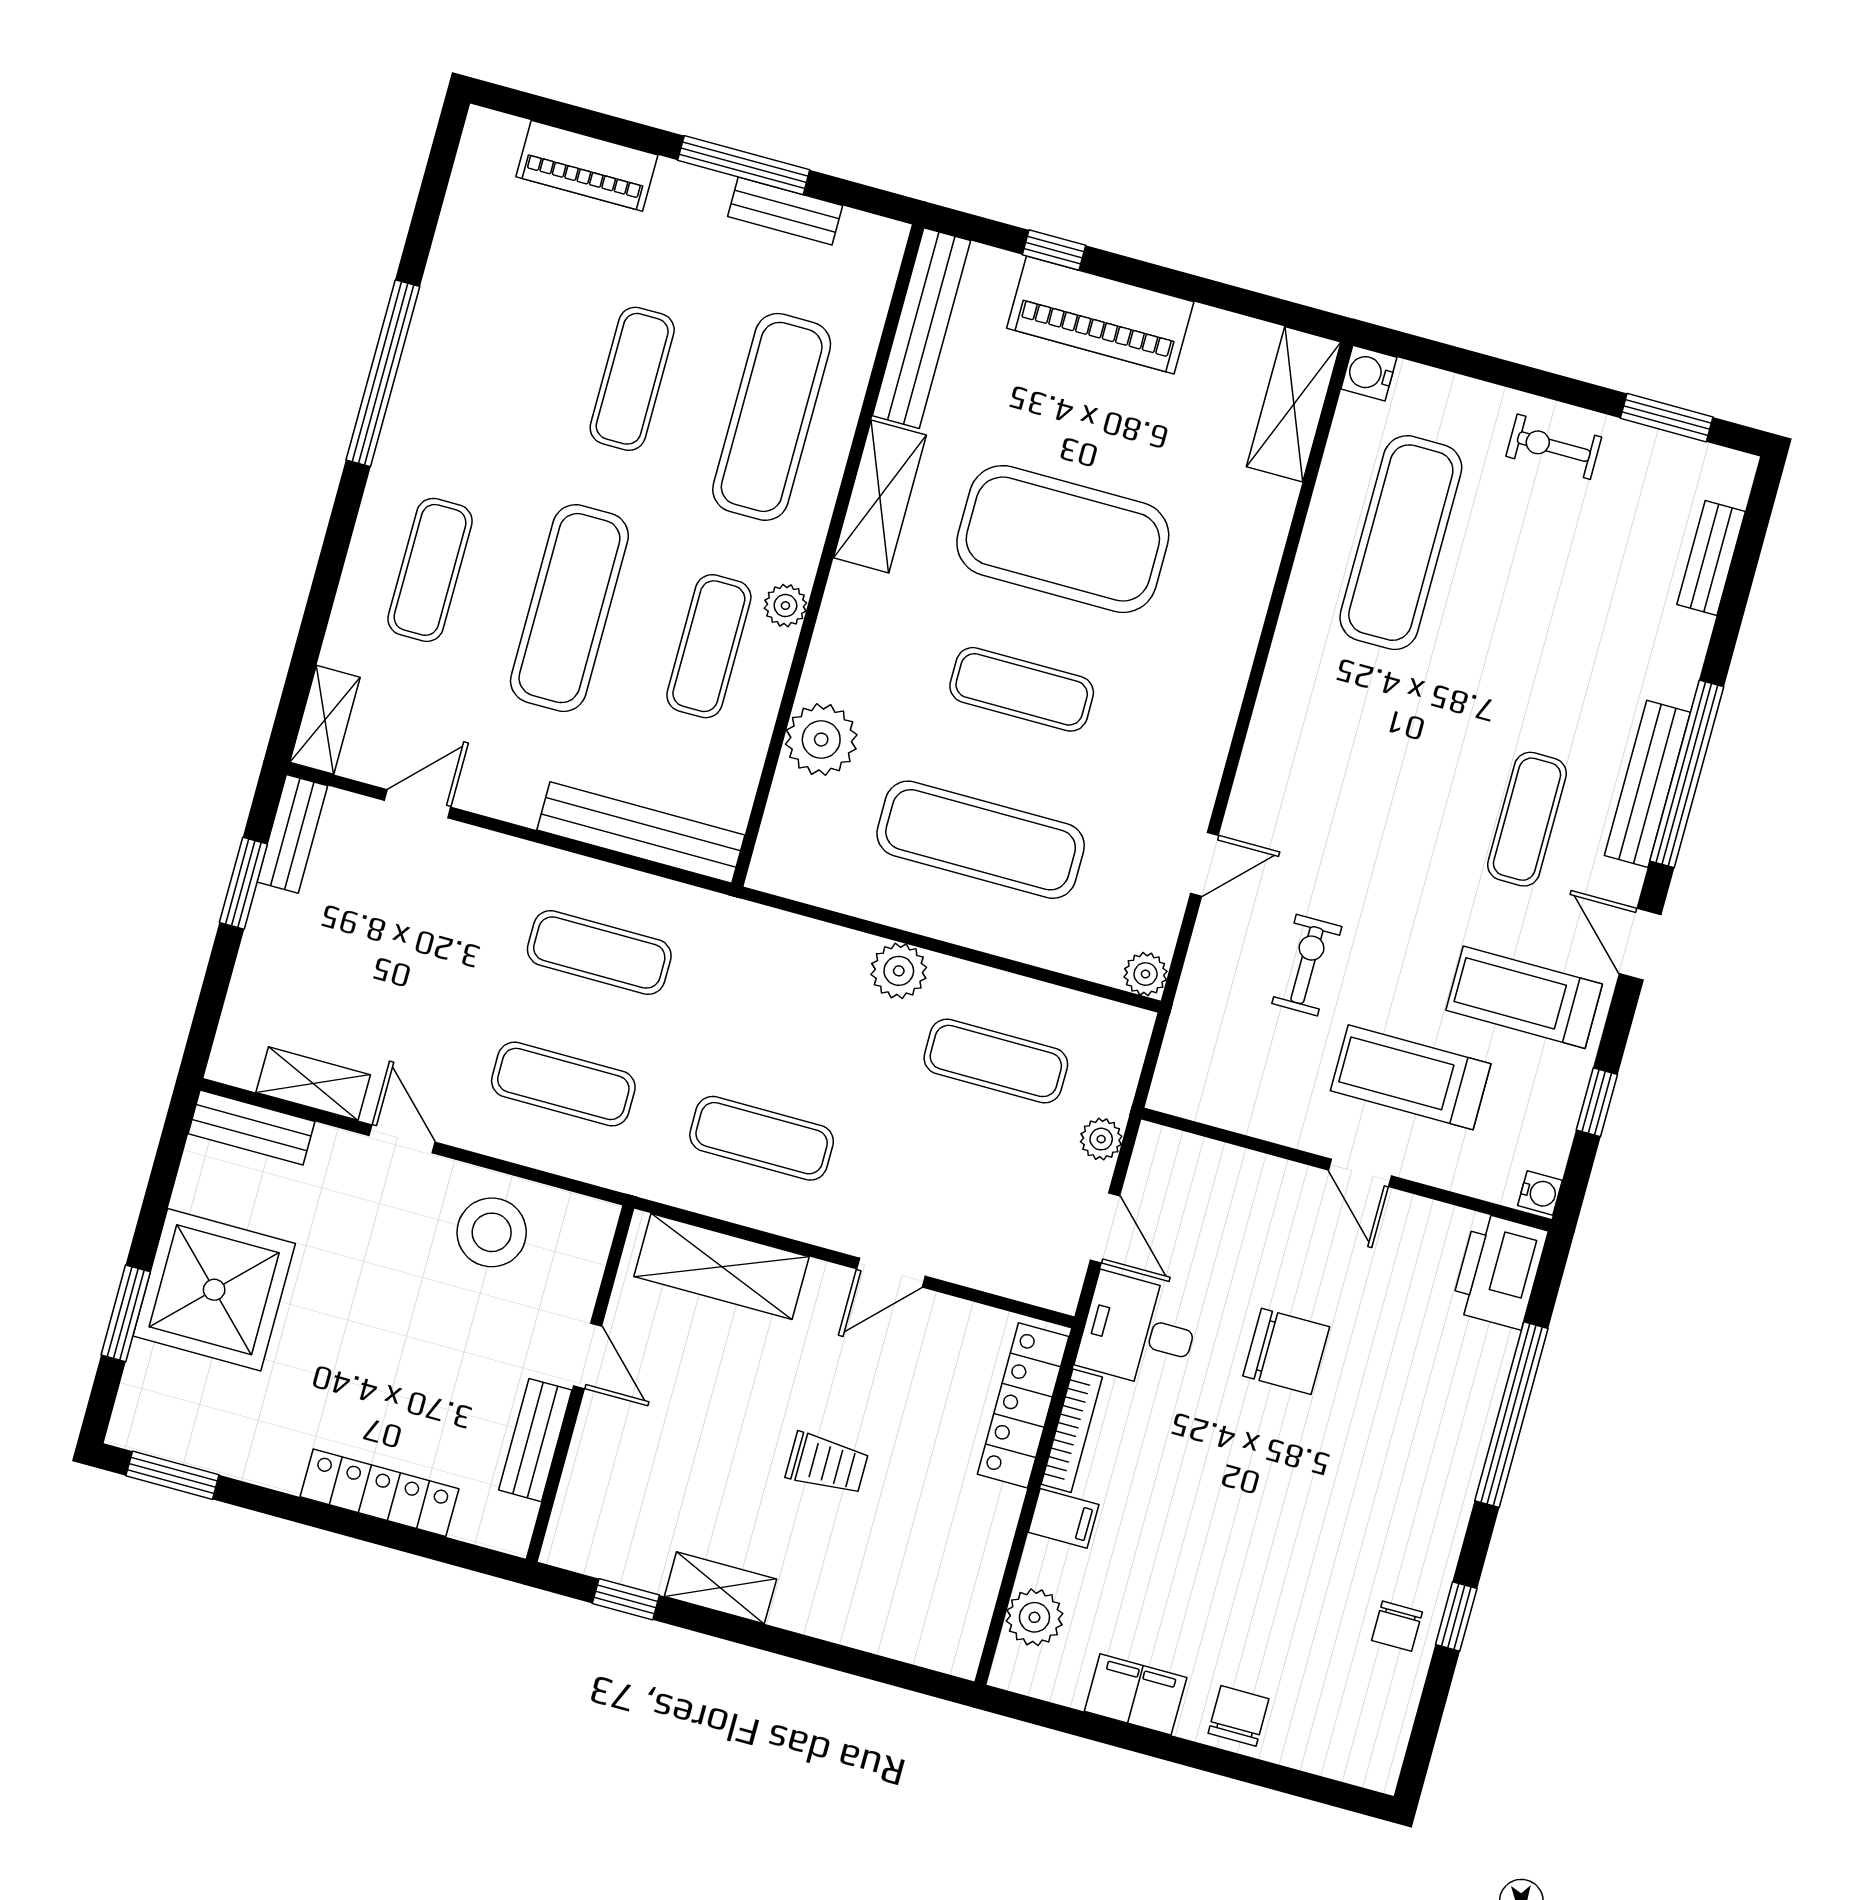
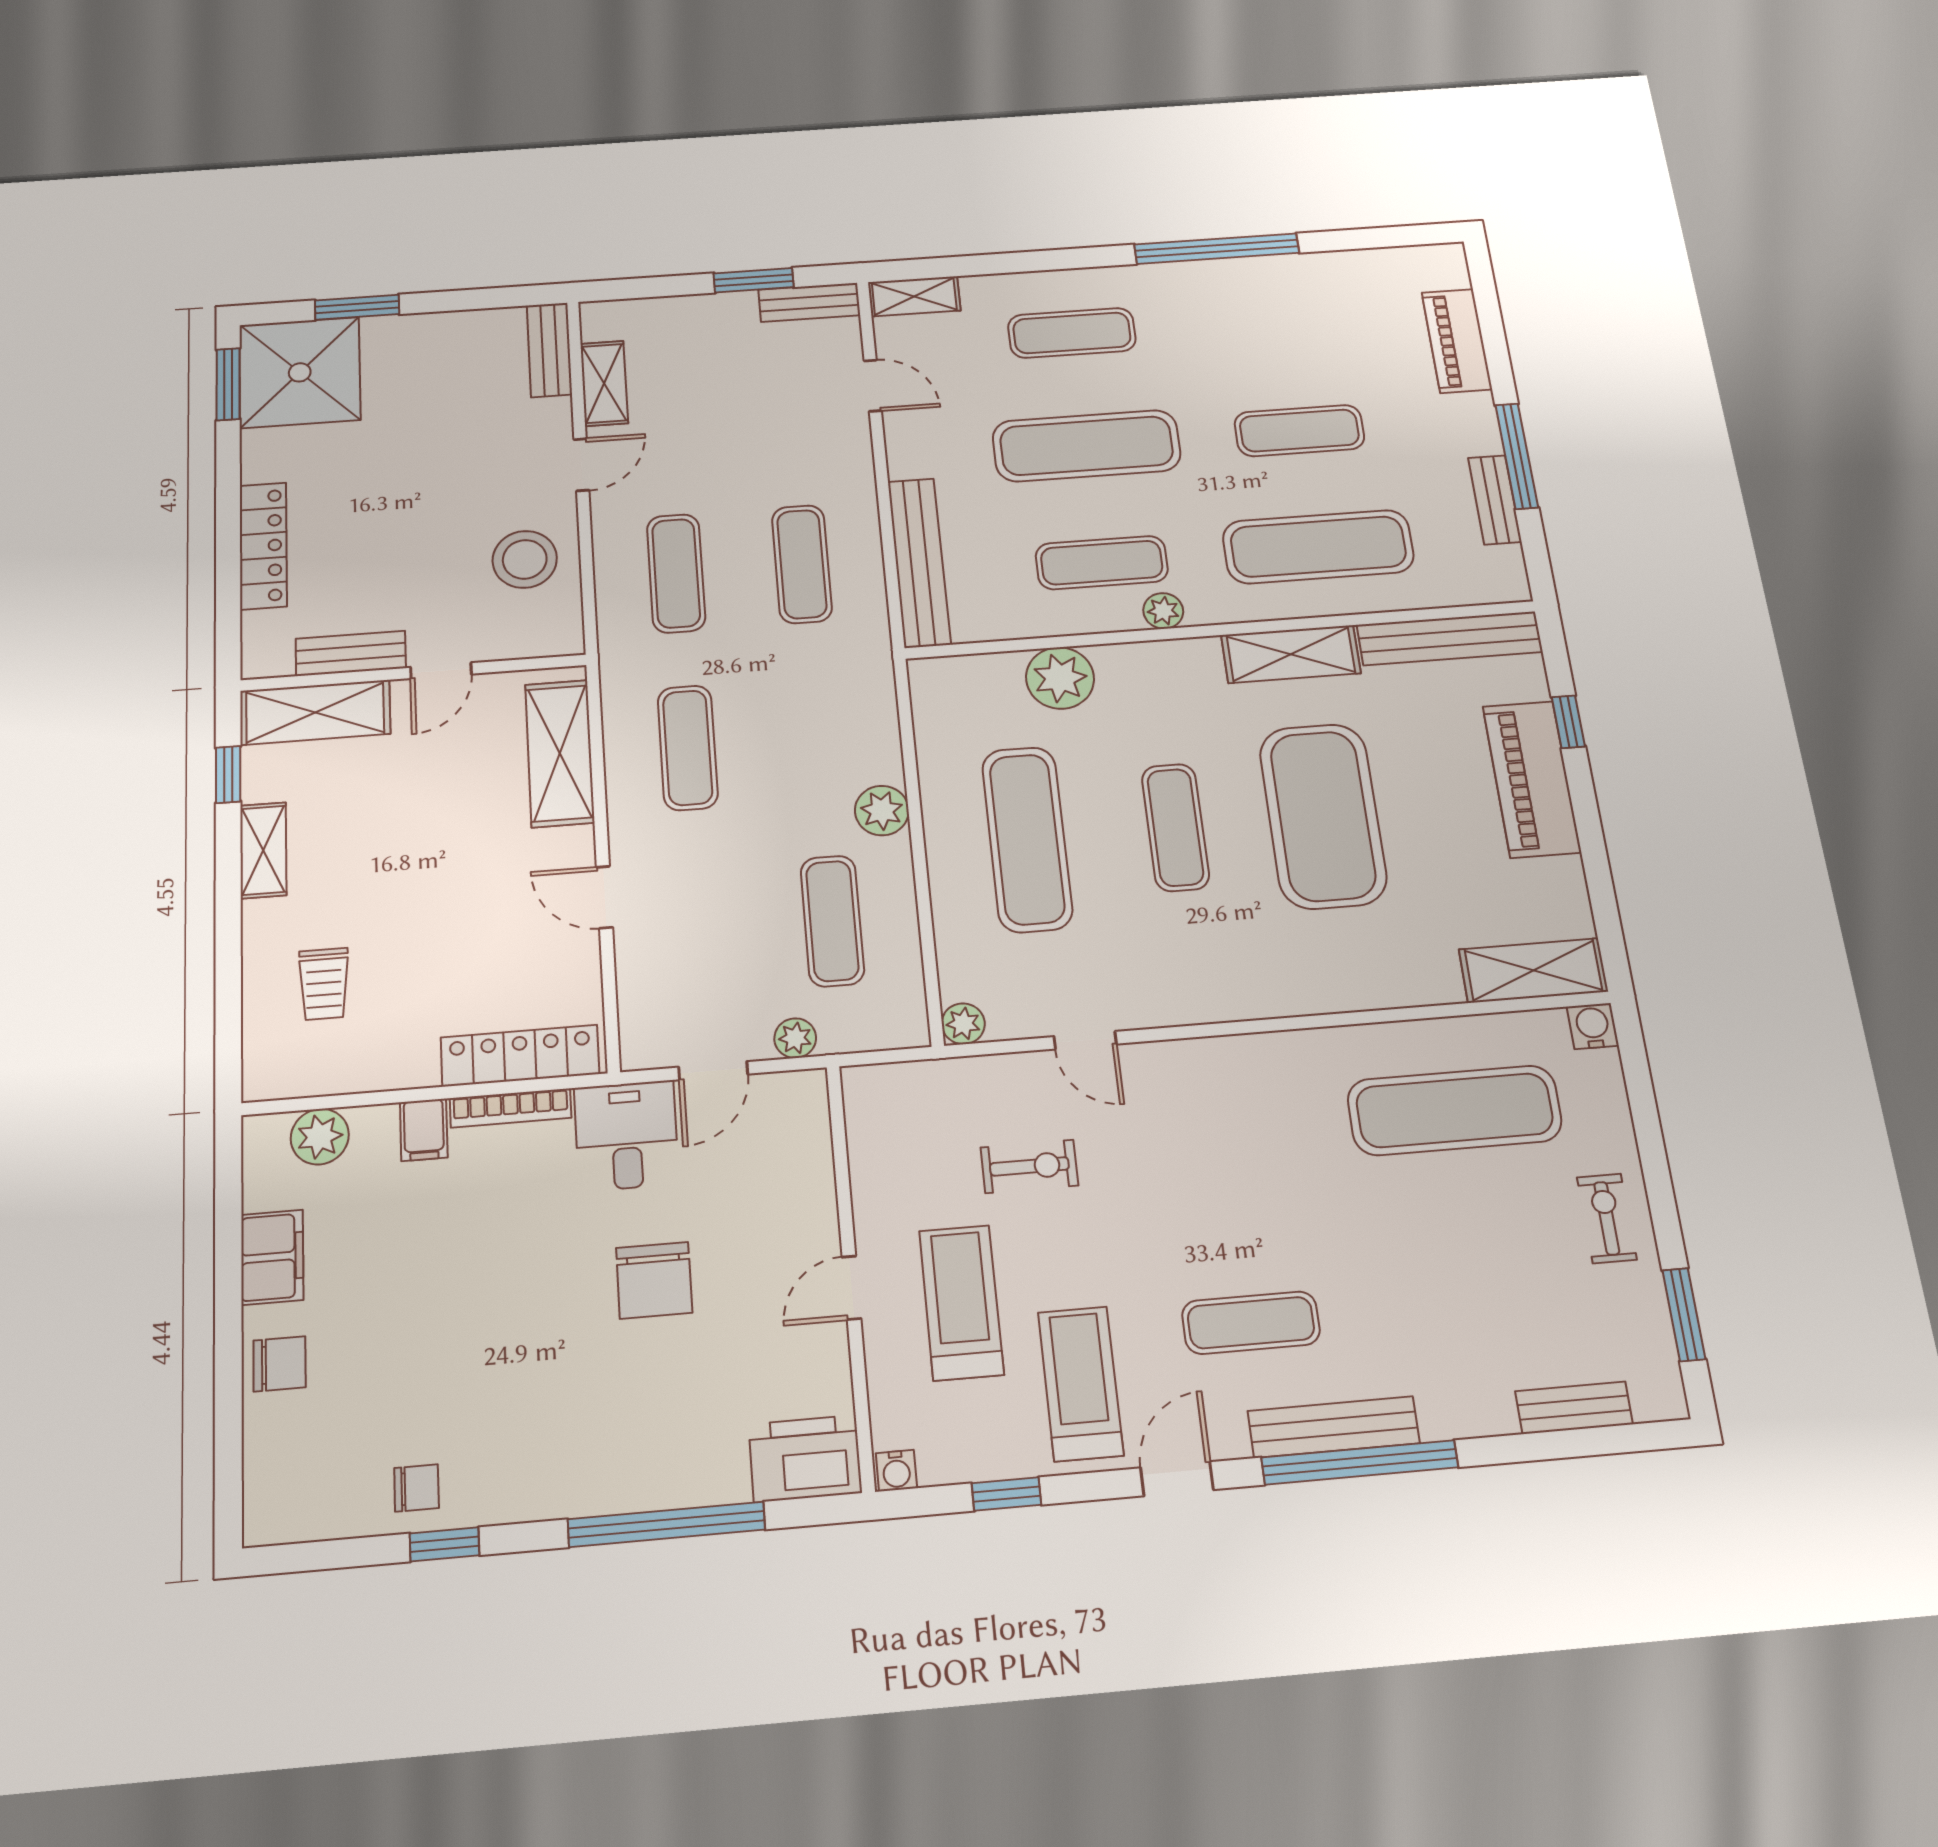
shower: (214, 1290) -> (300, 372), moved
trolley: (827, 1464) -> (324, 984), moved
shelving: (589, 1494) -> (315, 712), added
chair: (1397, 1626) -> (417, 1488), turned 180

